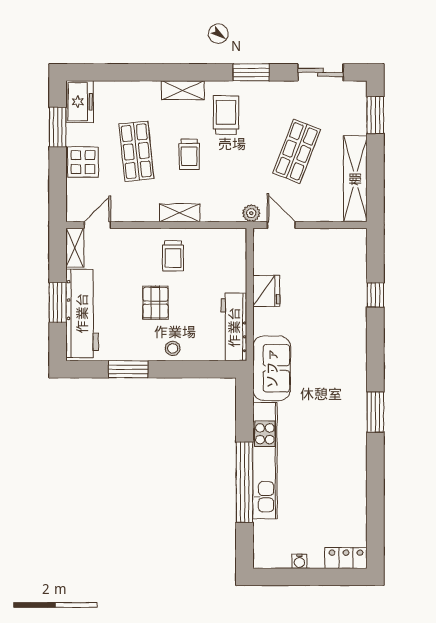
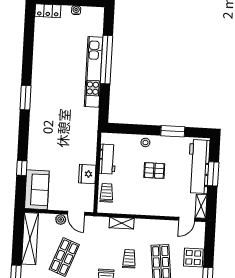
shelving: (180, 213) -> (122, 223), moved
plant: (251, 213) -> (61, 220), moved
trolley: (173, 256) -> (107, 193), moved
pallet: (156, 303) -> (154, 171), turned 90
workbench: (234, 327) -> (108, 159), width x0.73
sofa: (272, 368) -> (37, 190), moved, turned 180

